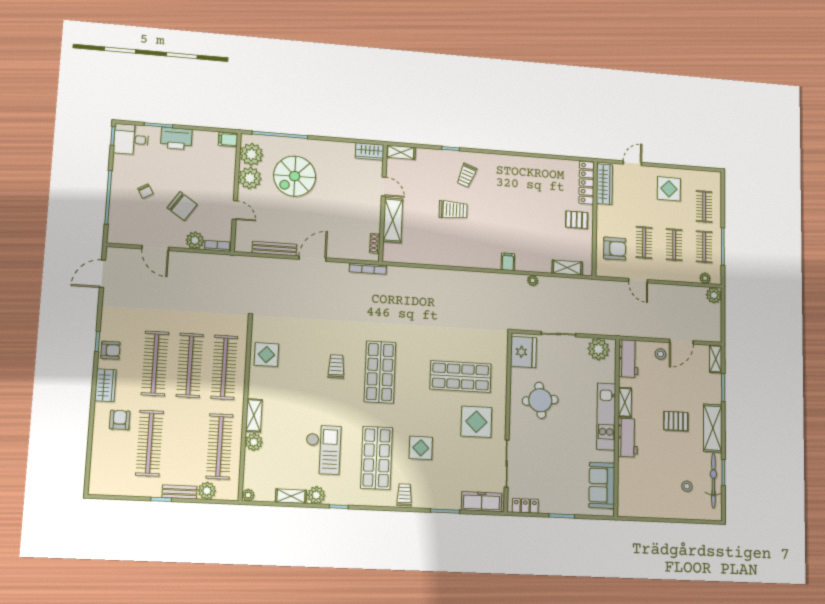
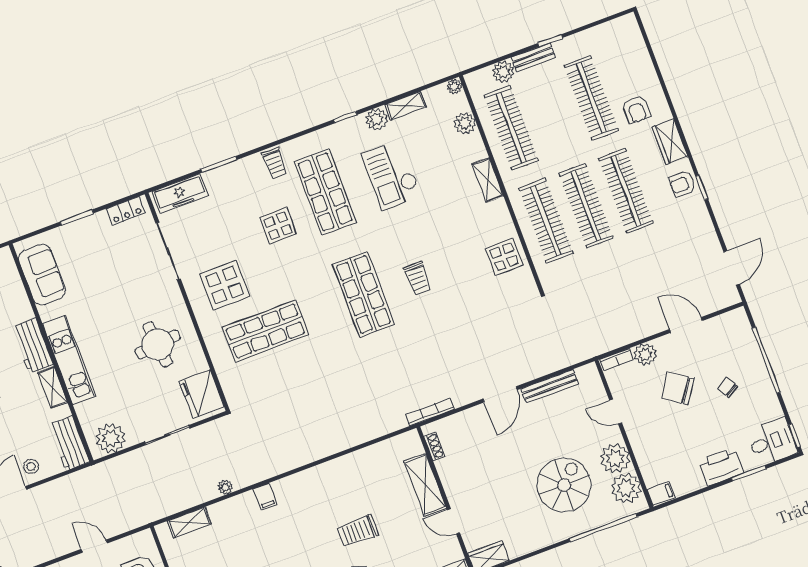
plant: (254, 442) -> (465, 123), moved

